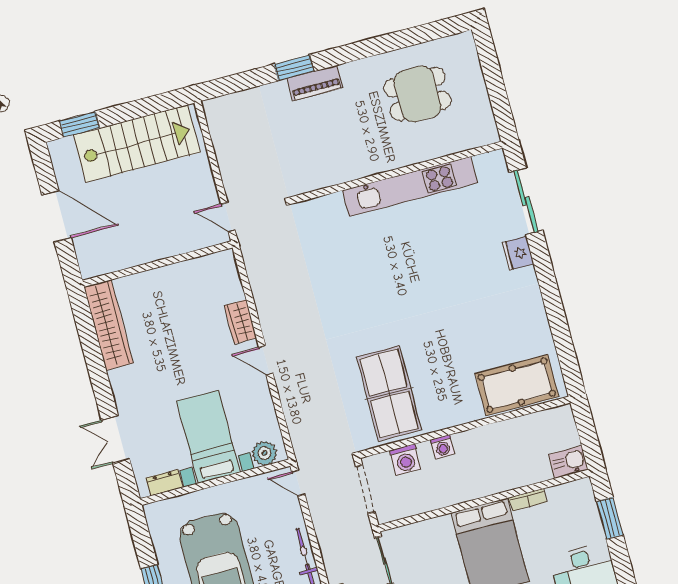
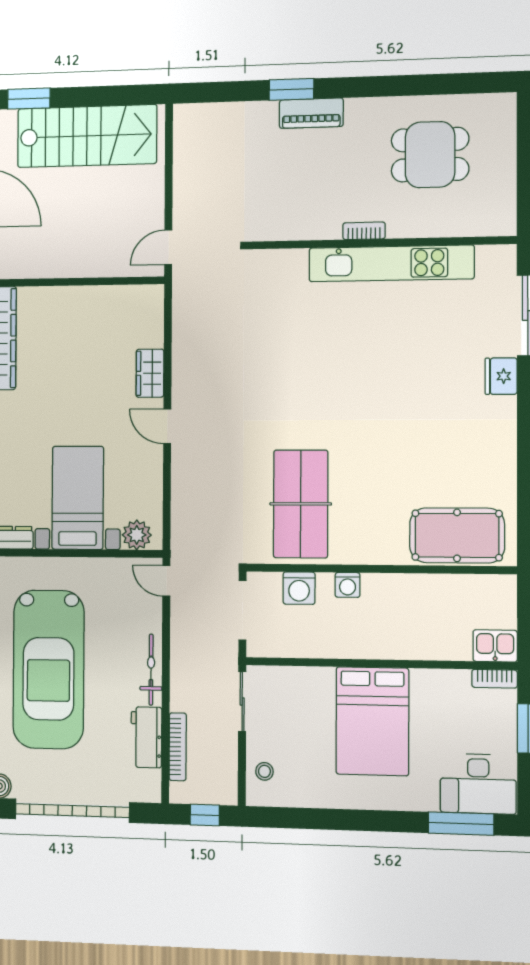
bookcase: (382, 166) -> (364, 231), added
door: (228, 217) -> (168, 247), hinge flipped
bookcase: (528, 500) -> (495, 679), moved

